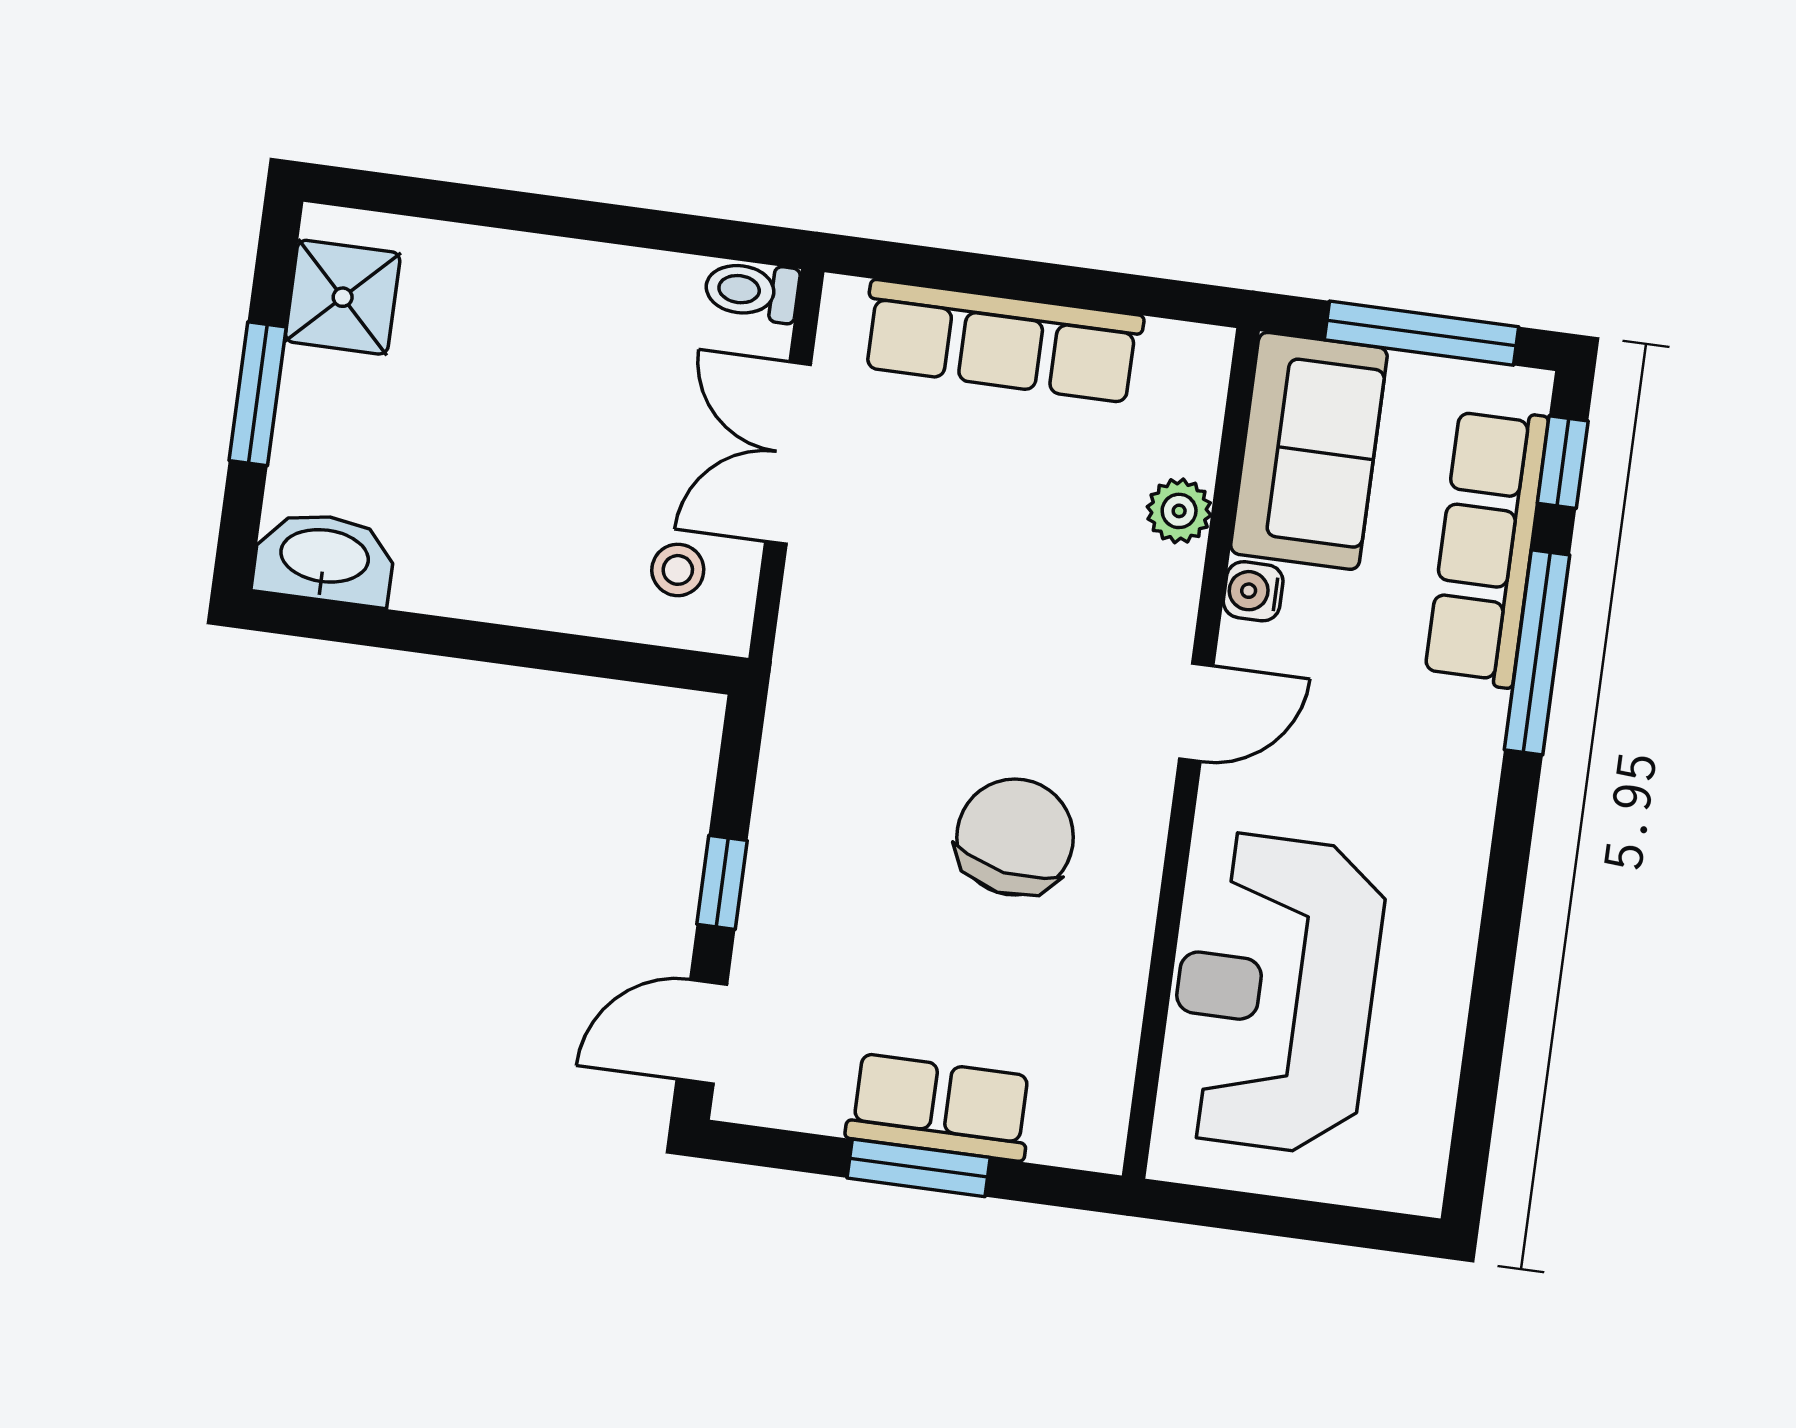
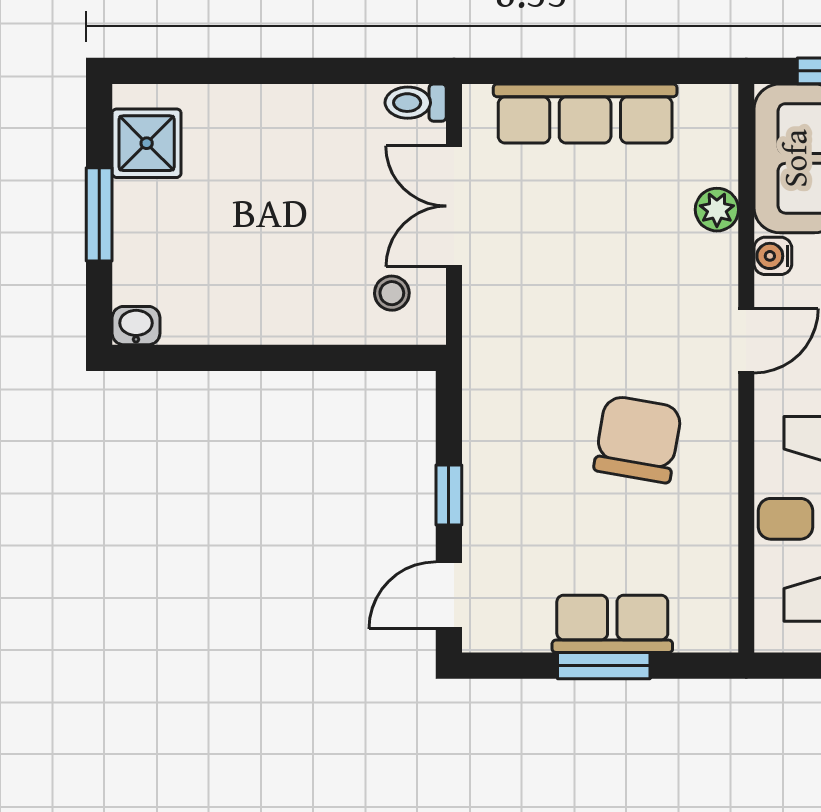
washbasin: (324, 558) -> (136, 326), width x0.52, depth x0.69

